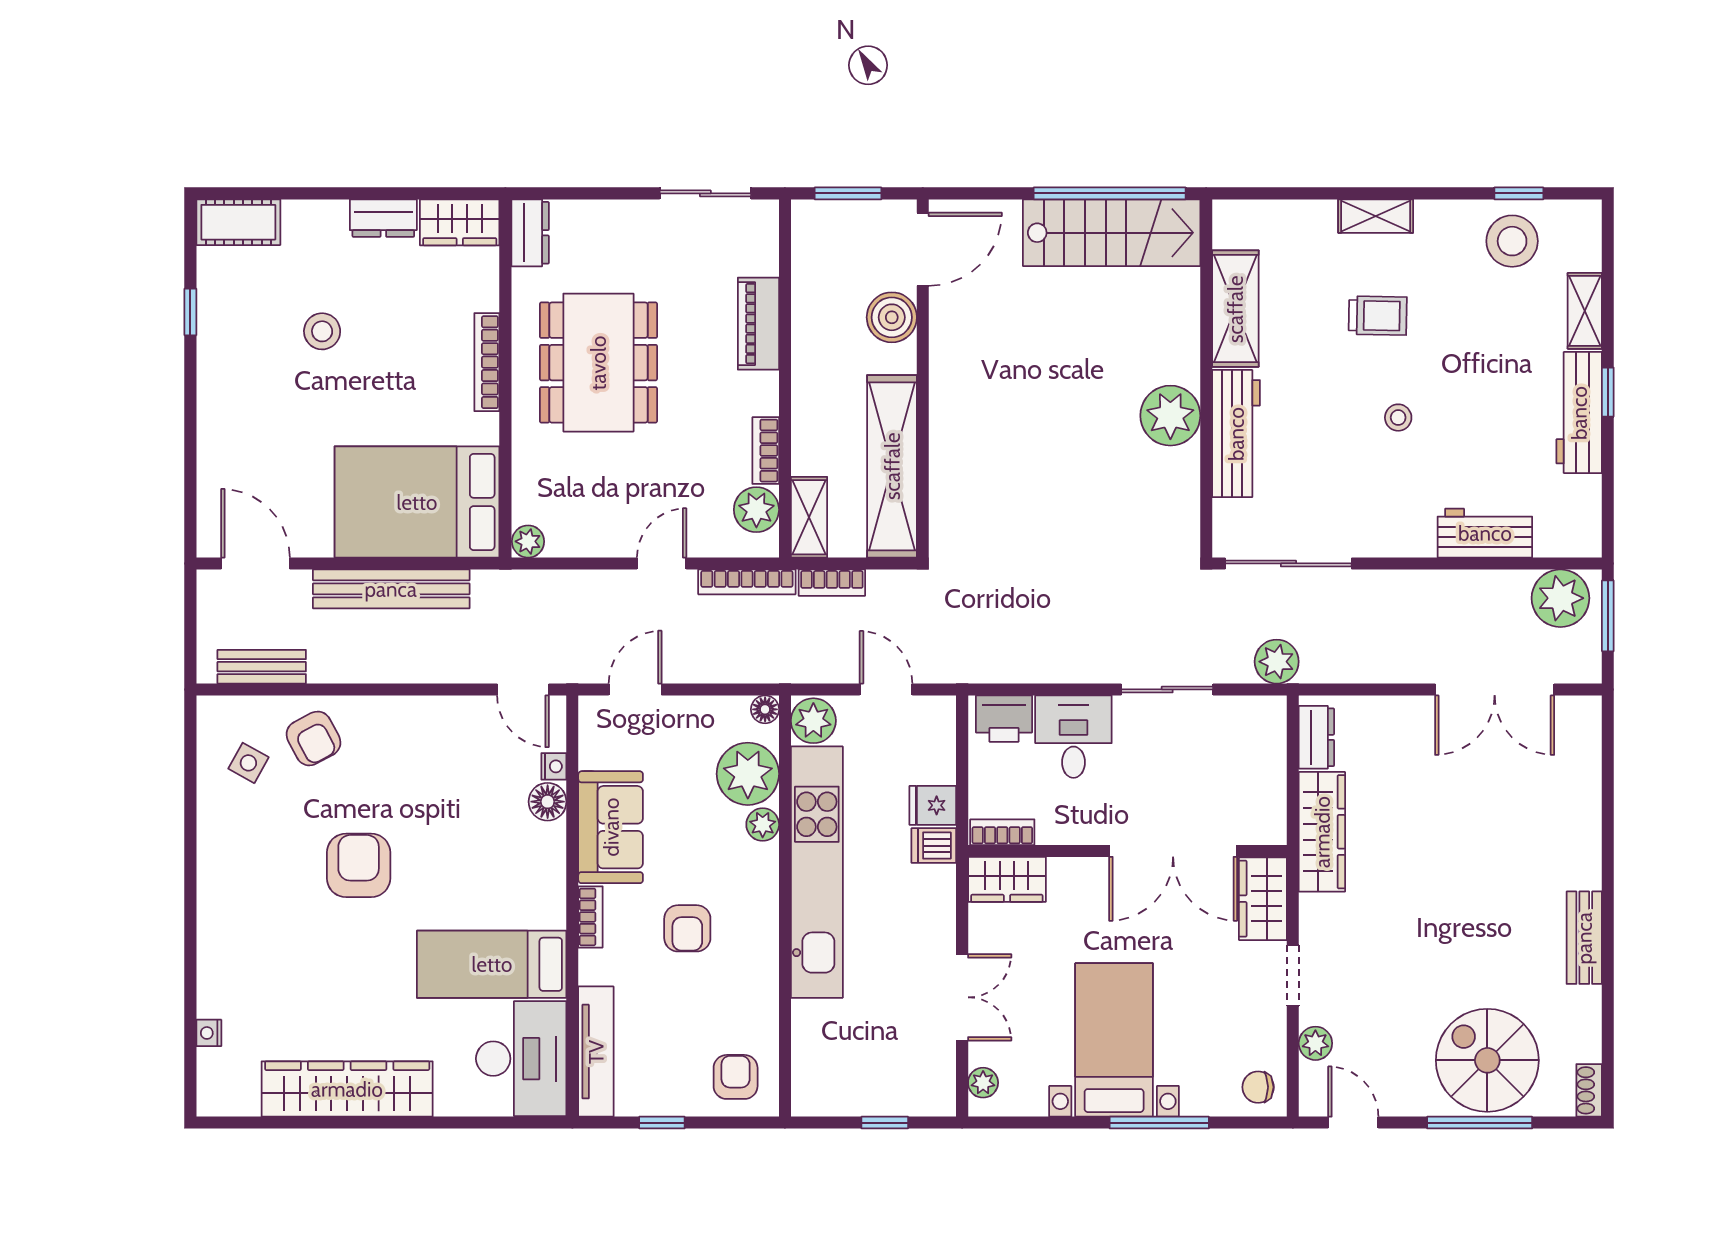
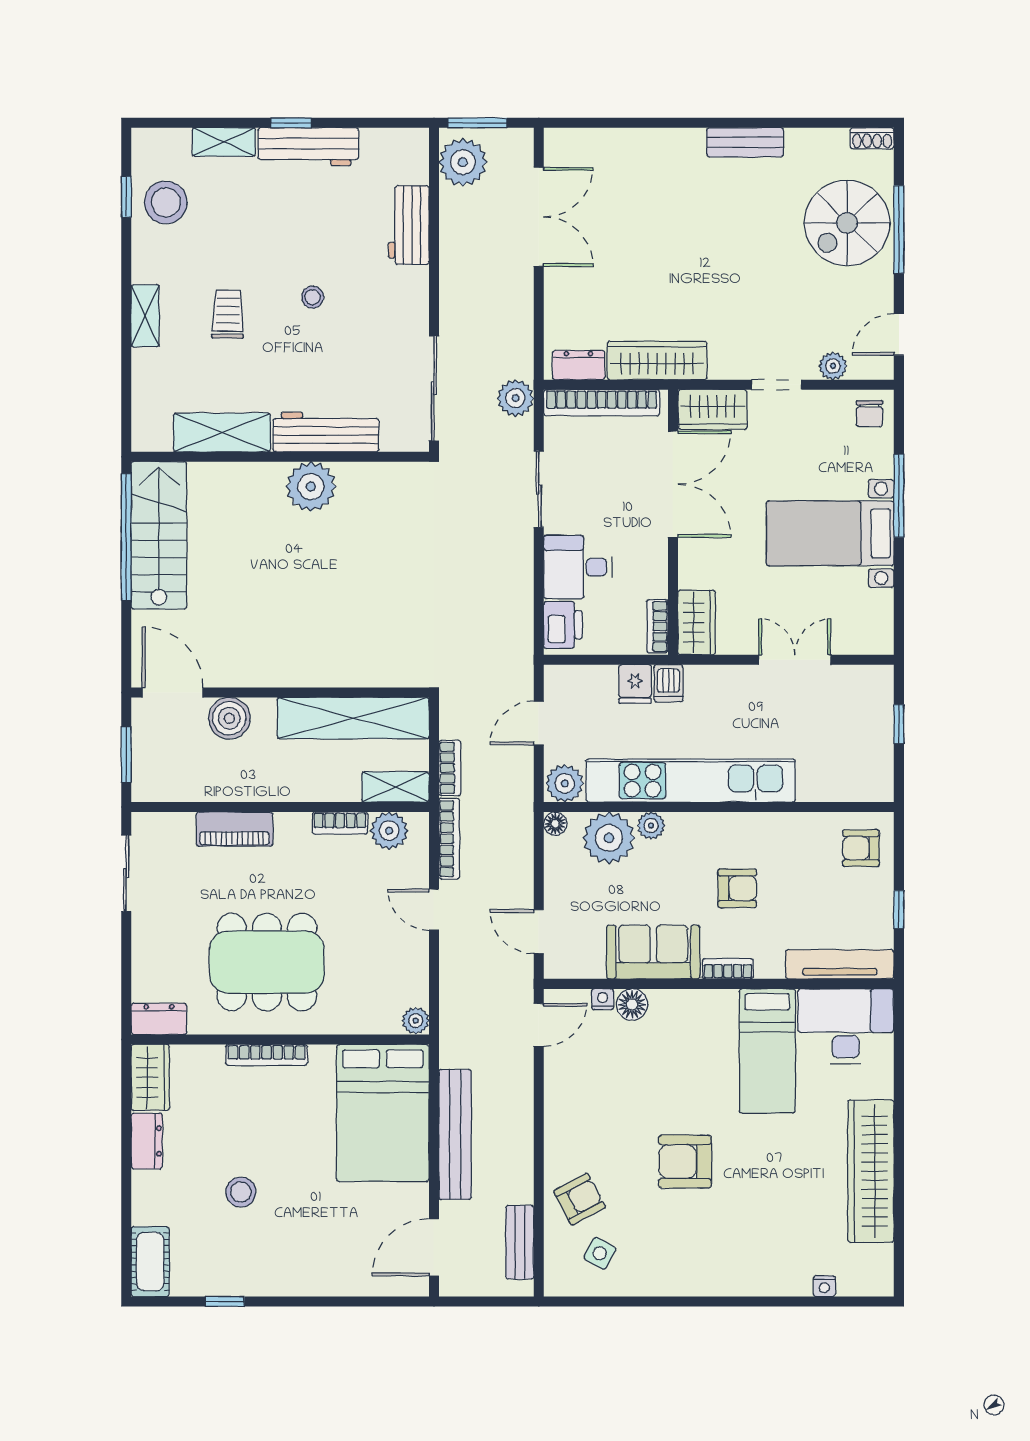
bookcase: (1271, 765) -> (602, 403), added
plant: (983, 1083) -> (866, 642), removed

